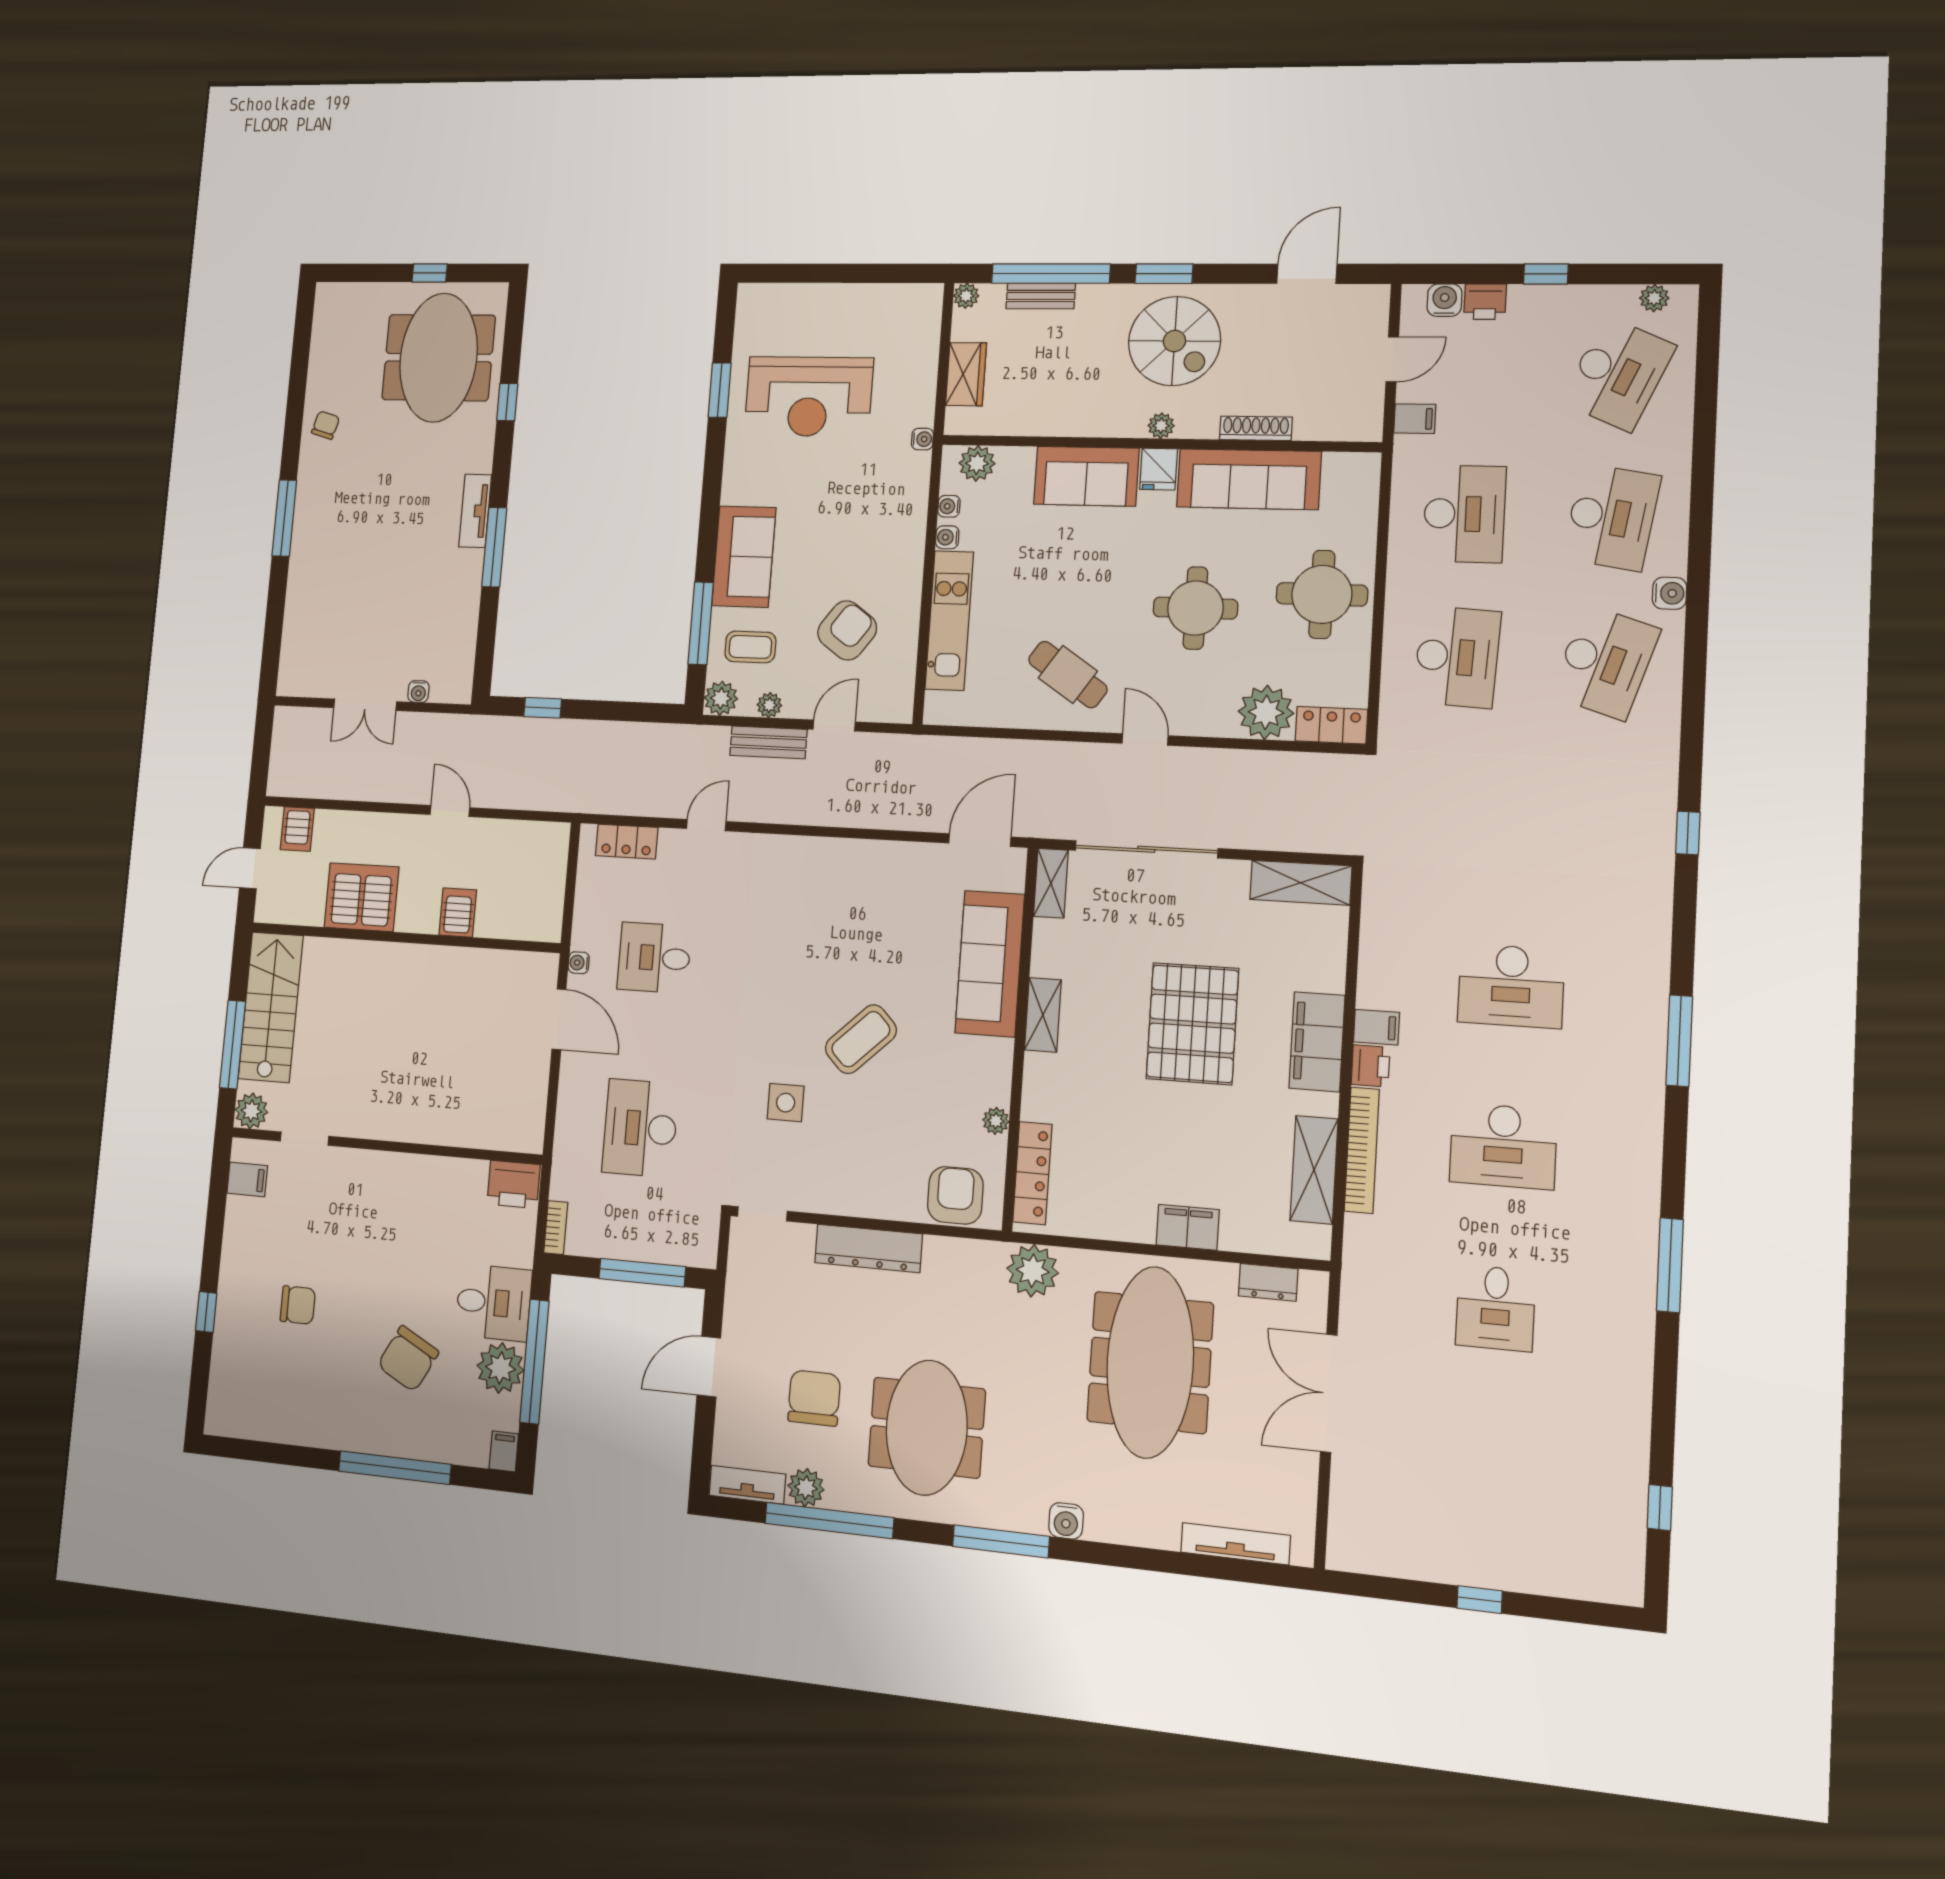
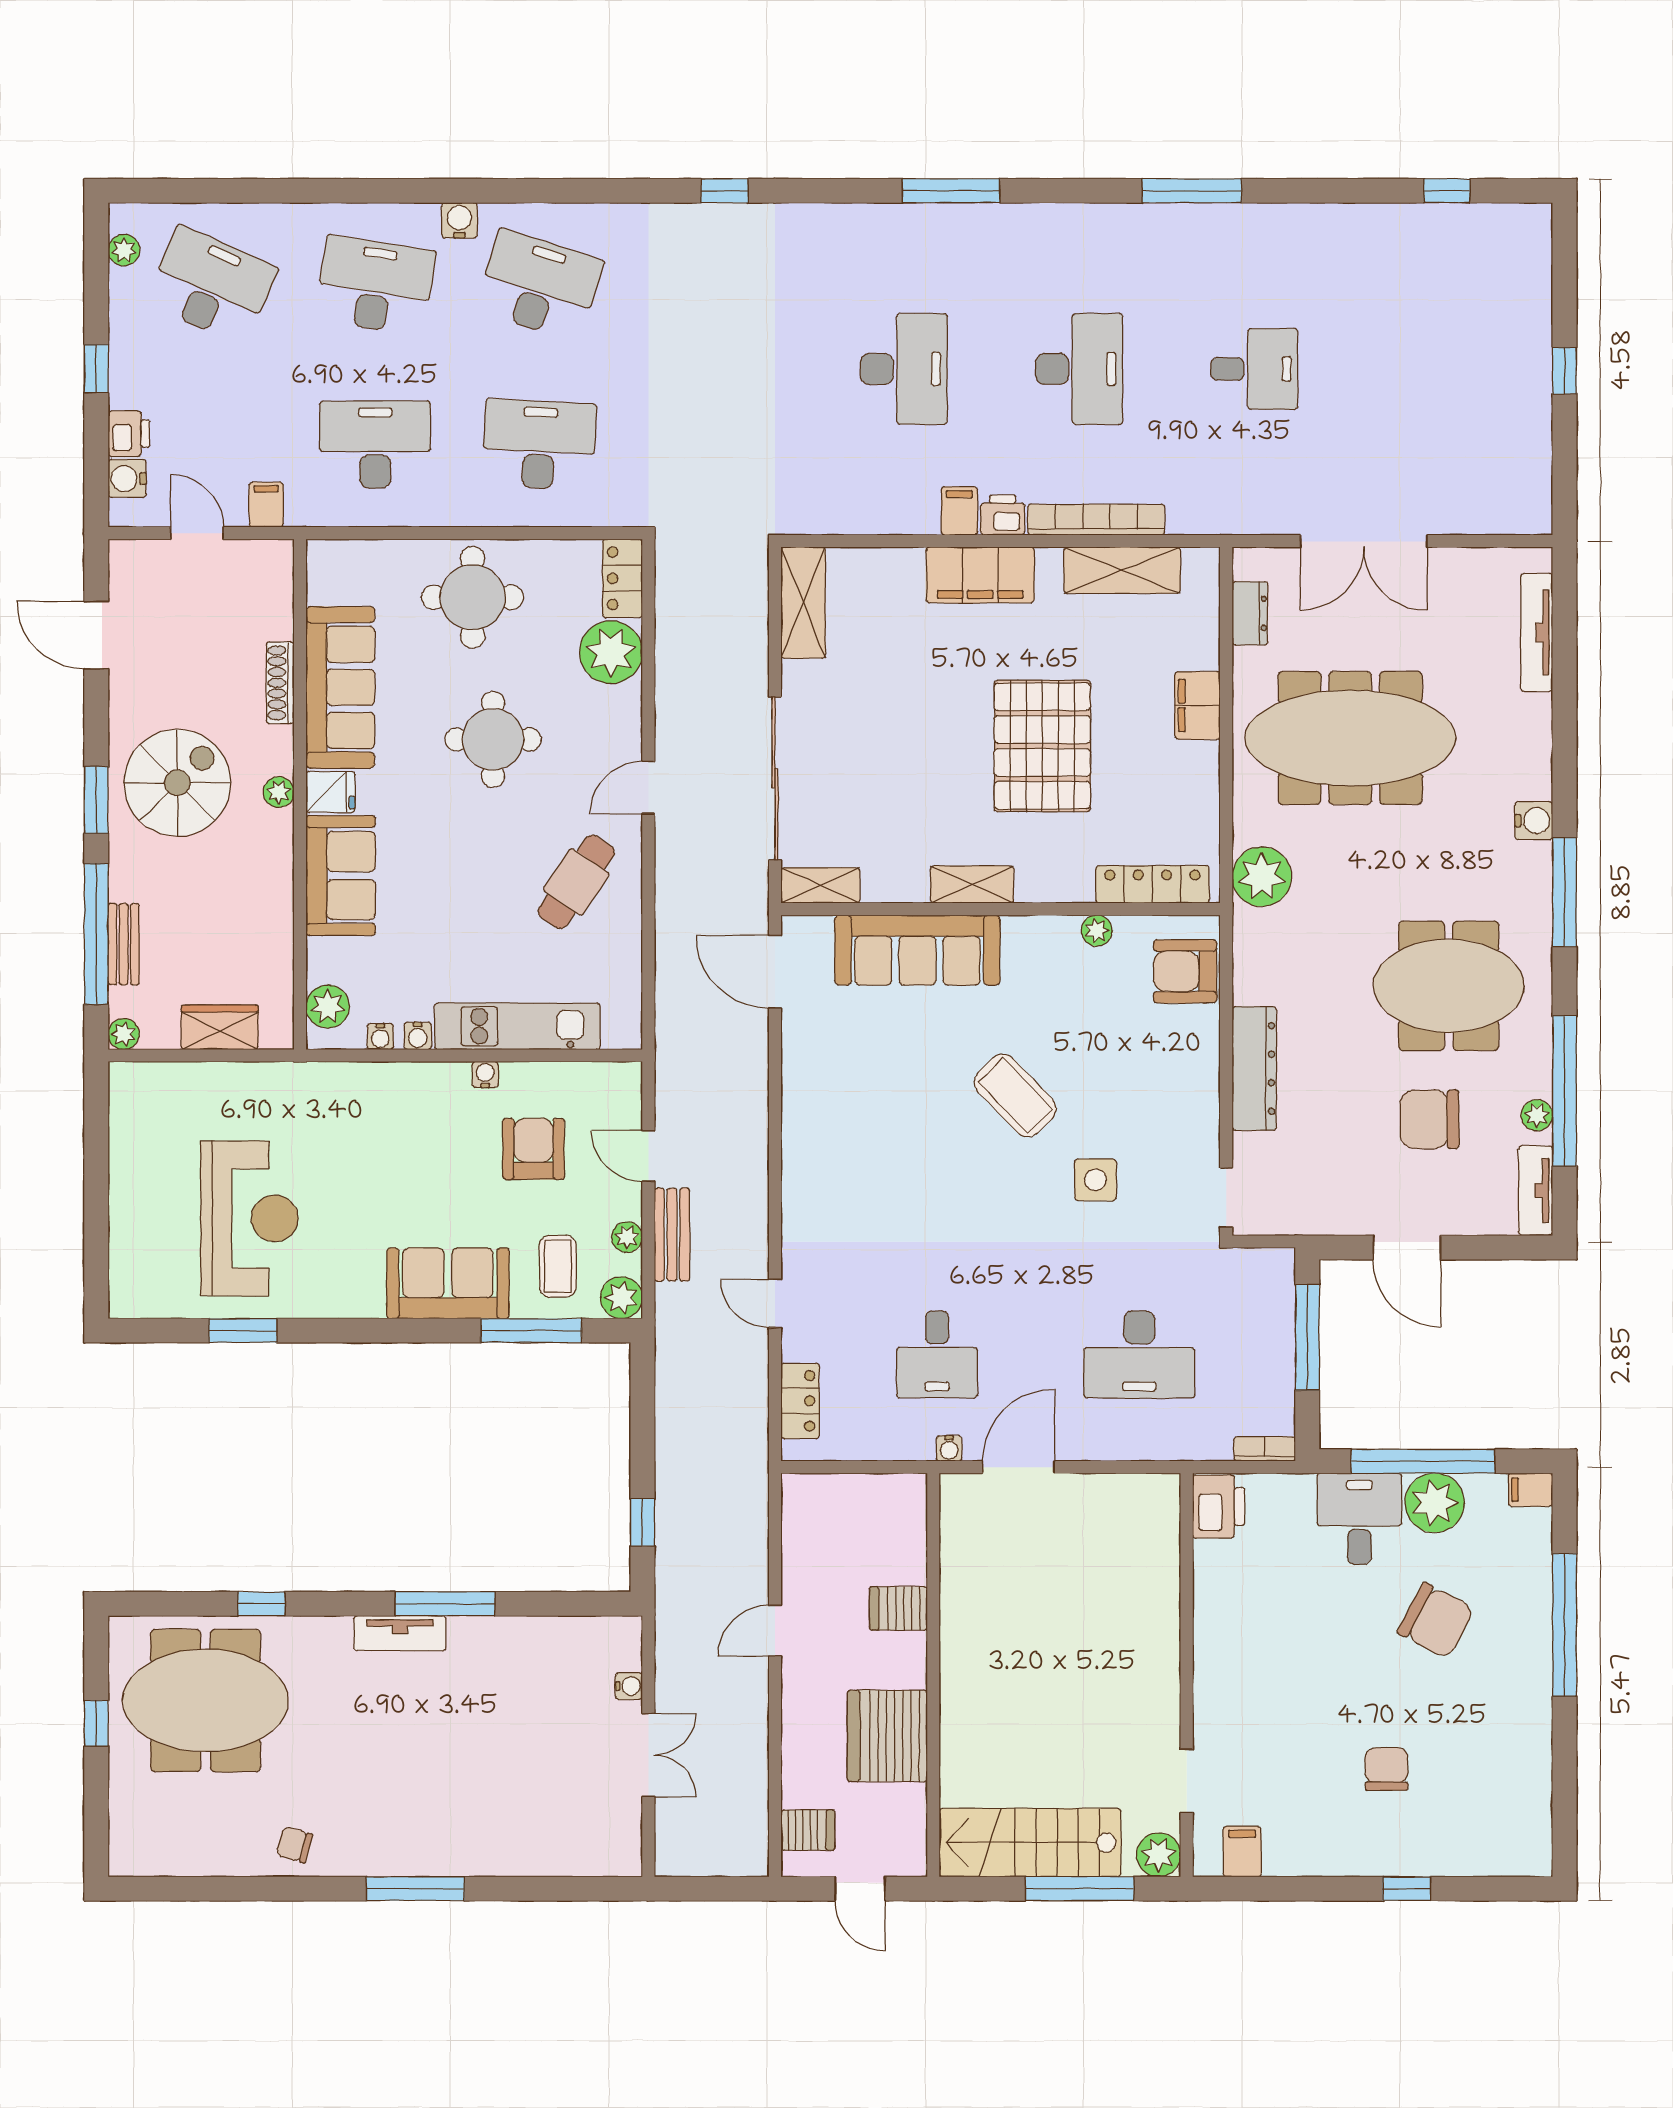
water cooler: (922, 439) -> (485, 1074), moved
armchair: (847, 630) -> (534, 1149), turned 54
pallet: (1192, 1024) -> (1042, 746), moved, turned 90
plant: (806, 1488) -> (1537, 1115), width x0.73, depth x0.73

